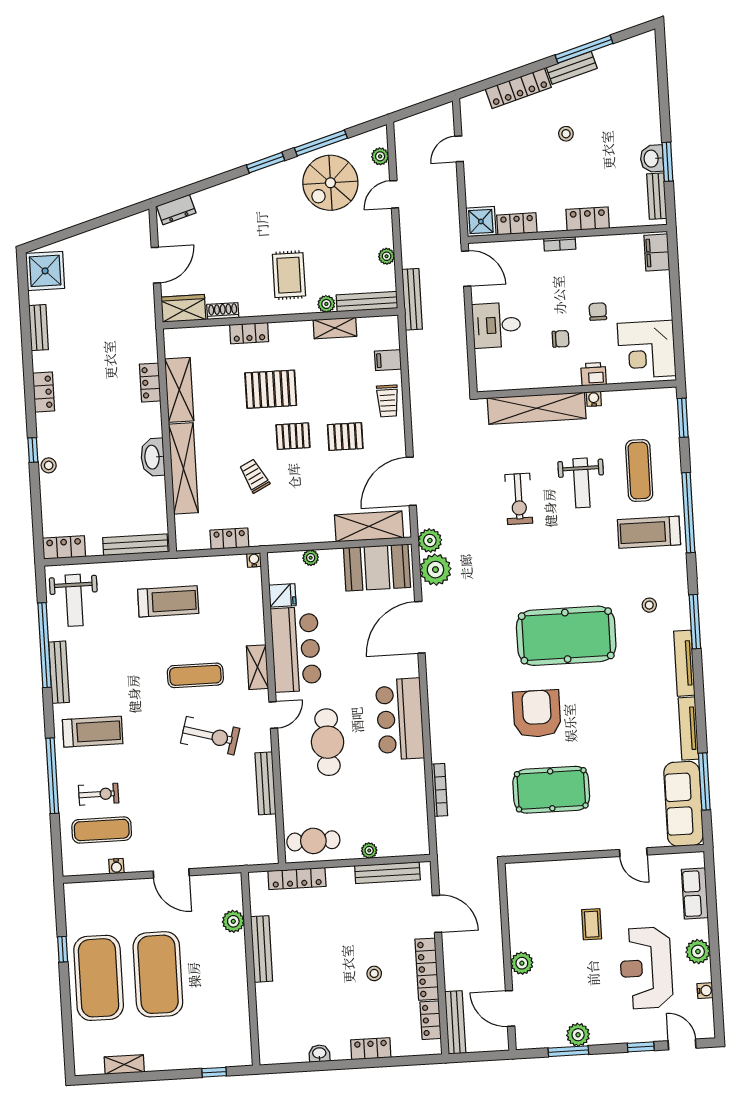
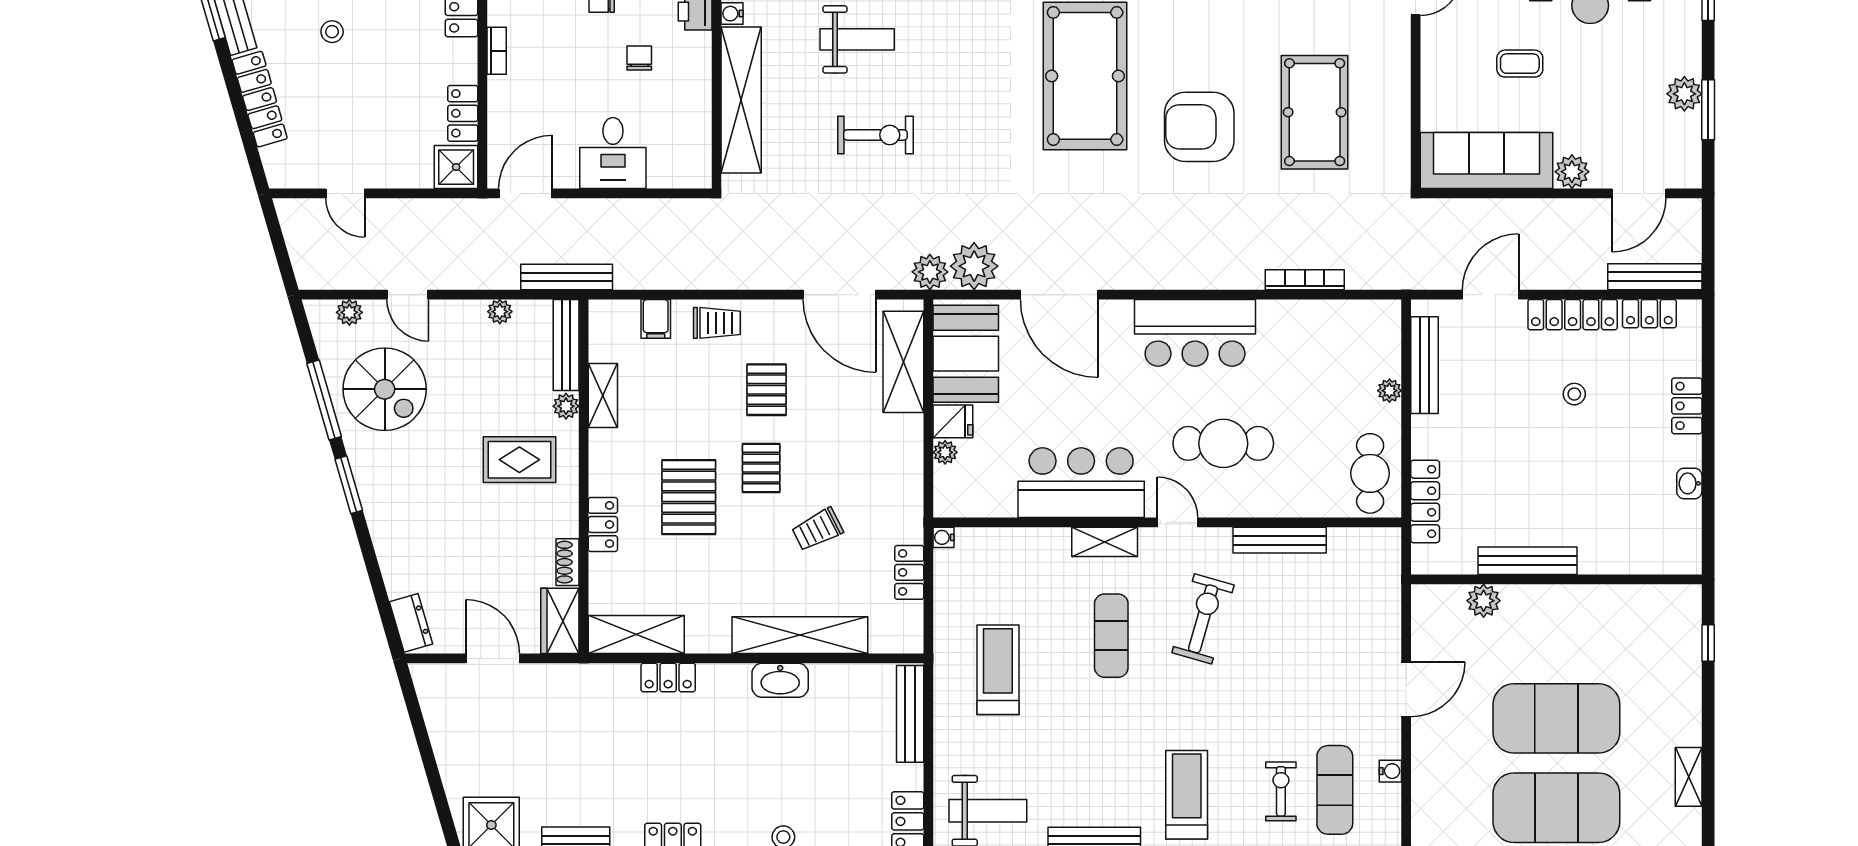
shelving: (179, 390) -> (636, 634), moved
fridge: (282, 595) -> (953, 421), moved, turned 90
sofa: (526, 906) -> (1486, 161), added

